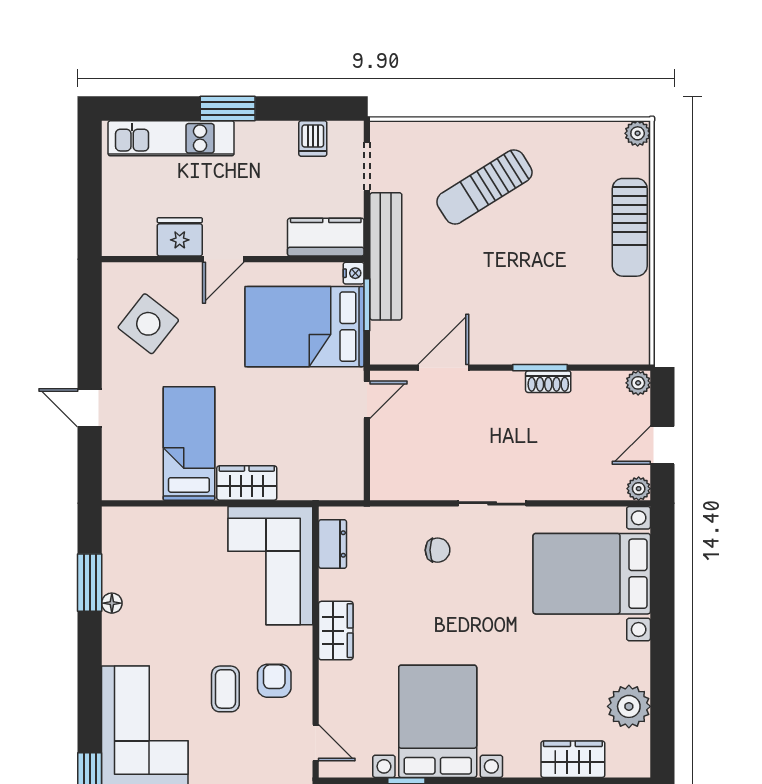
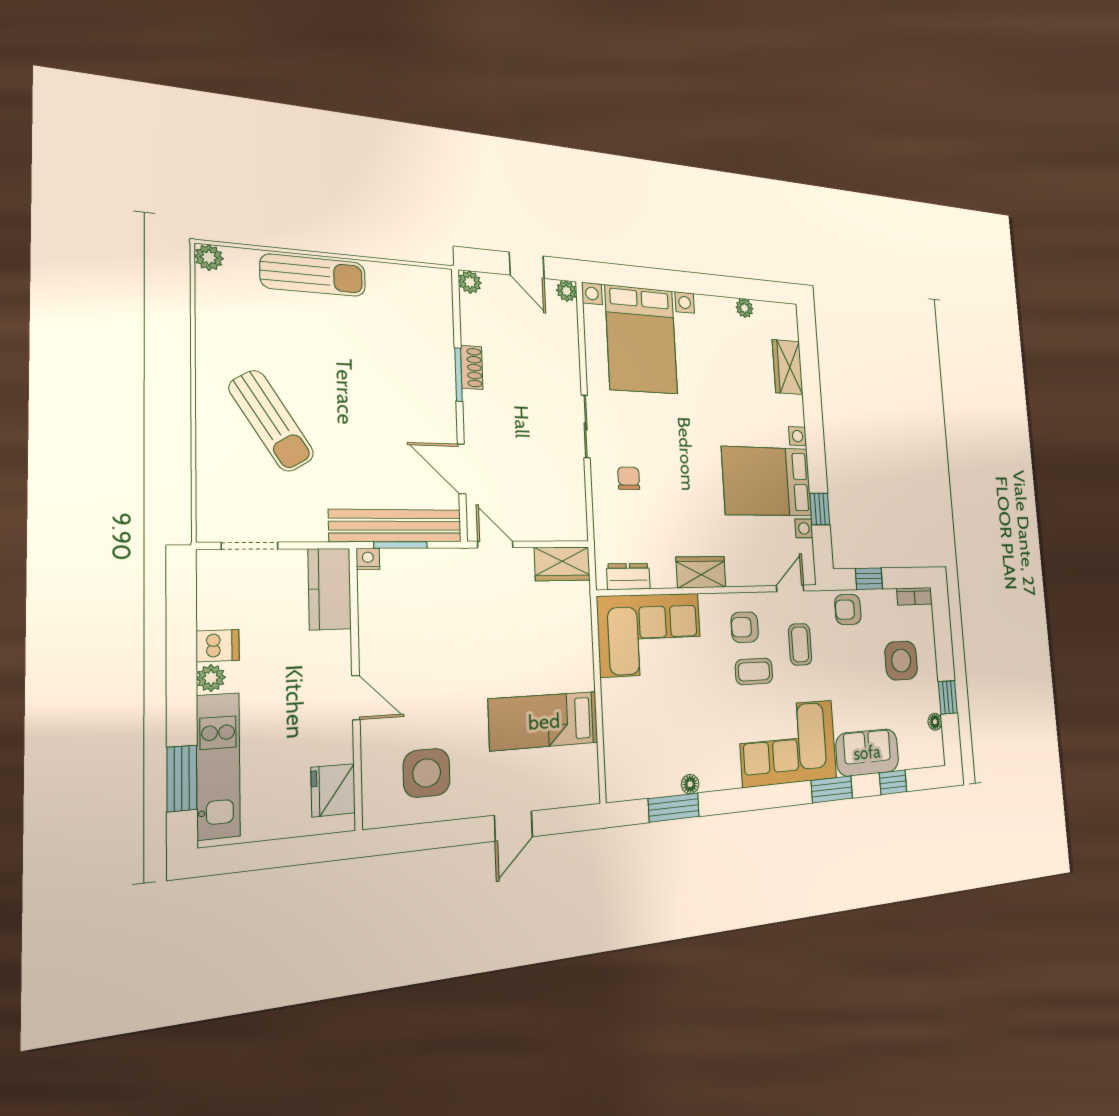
window: (228, 109) -> (182, 778), moved
plant: (248, 133) -> (211, 678), added
dishwasher: (313, 138) -> (218, 646), moved
fridge: (180, 237) -> (333, 790), moved
bench: (386, 256) -> (396, 526), moved
side table: (148, 324) -> (427, 773), turned -38
bed: (304, 327) -> (425, 609), removed
wardrobe: (247, 483) -> (562, 564), moved, turned -90
plant: (629, 706) -> (745, 308), width x0.53, depth x0.53
coffee table: (252, 751) -> (800, 644), added

